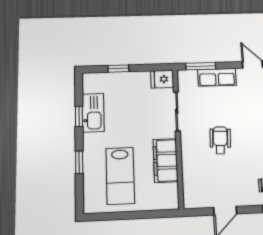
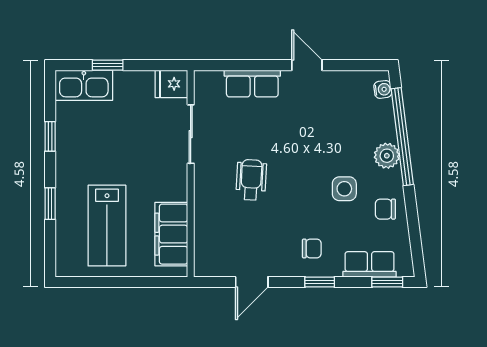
window: (201, 66) -> (229, 65), removed
kitchen sink: (93, 113) -> (84, 85), moved, turned 90
filing cabinet: (165, 161) -> (171, 234), moved

